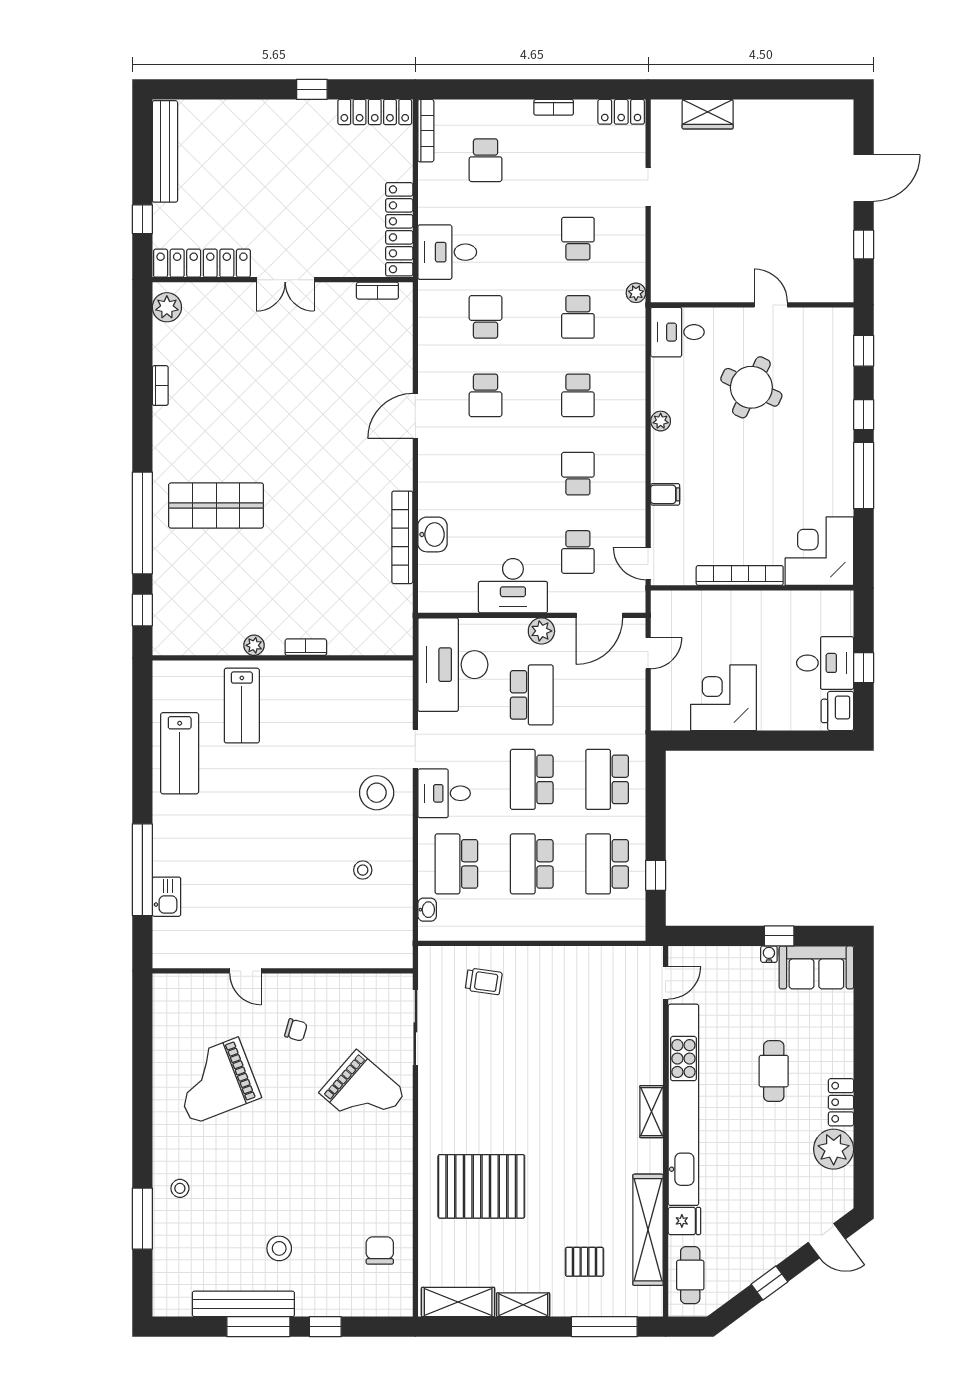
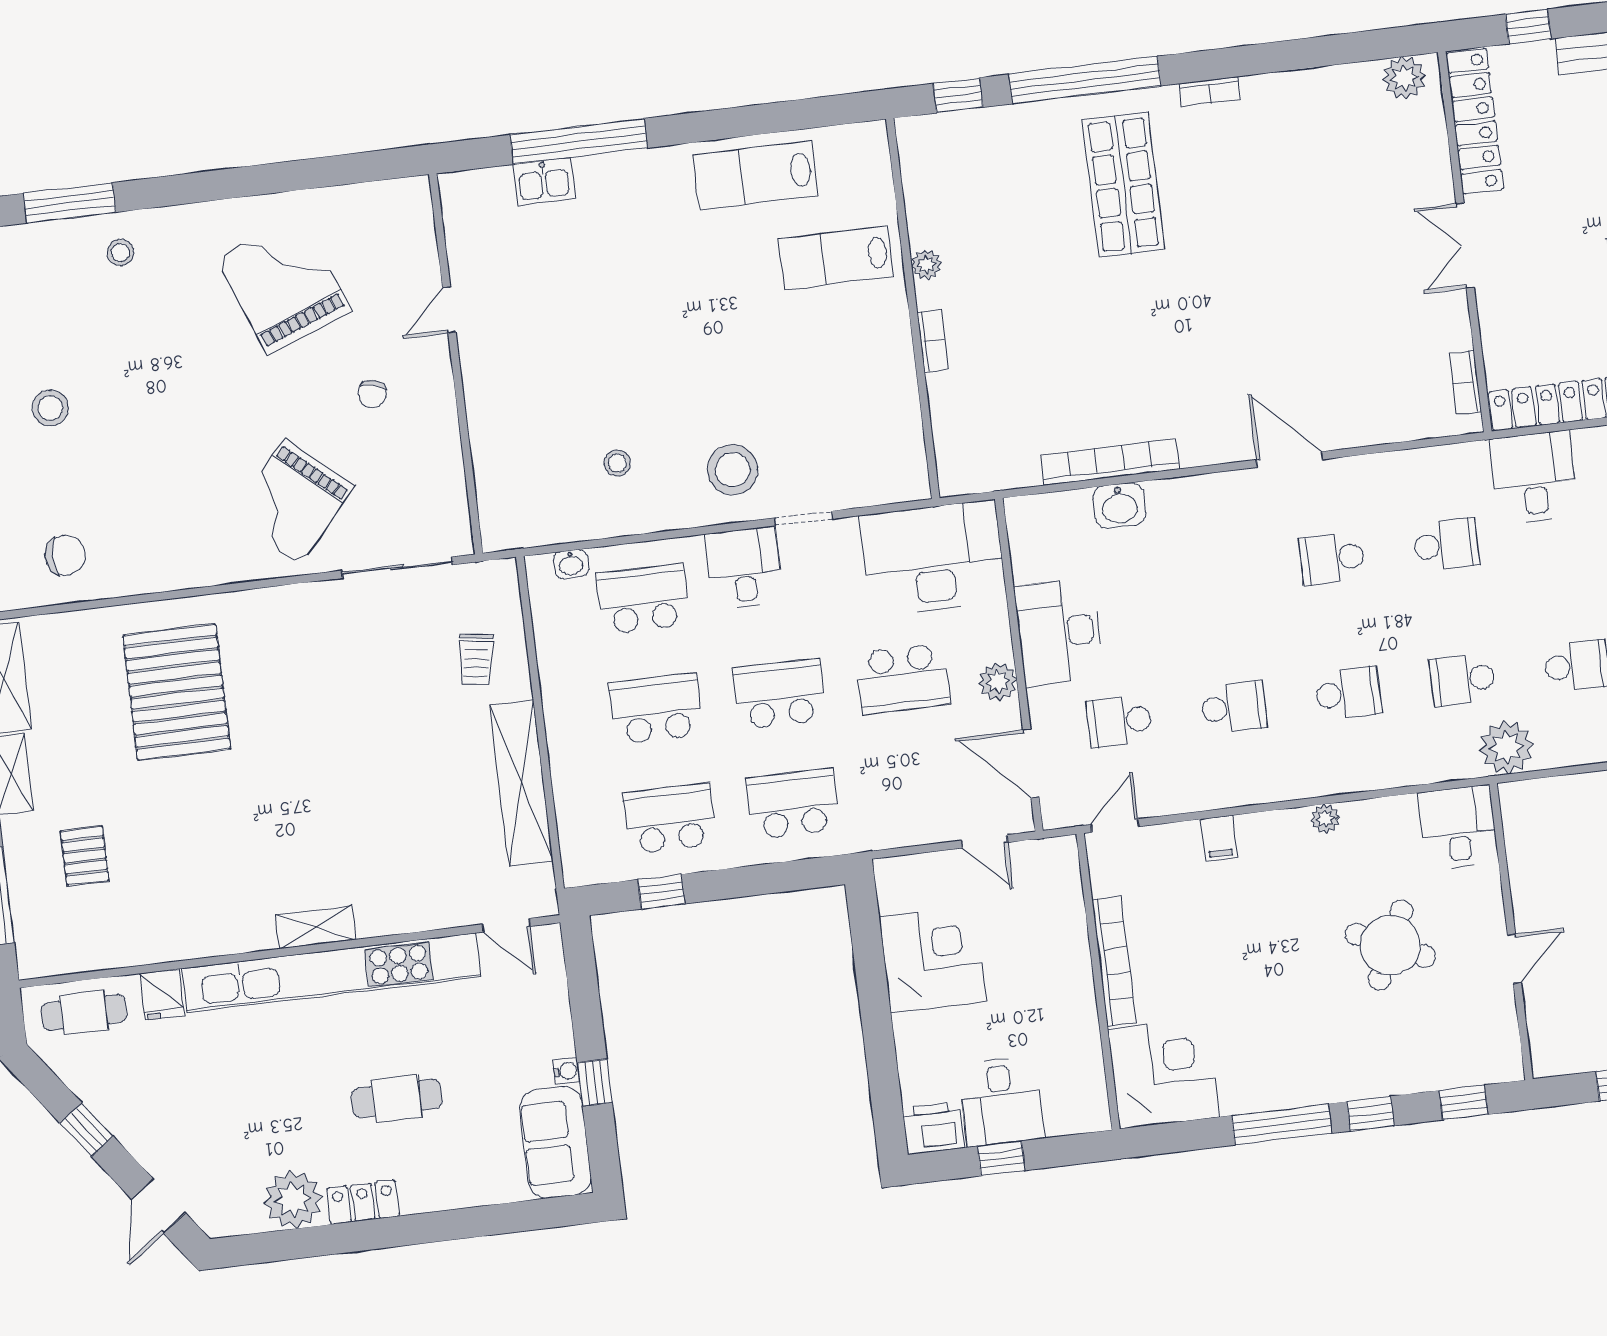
plant: (636, 293) -> (1507, 747), width x1.87, depth x1.87
bookcase: (160, 386) -> (1210, 92), moved
school desk: (578, 395) -> (1348, 693), turned 180
shelving: (648, 1230) -> (521, 783), moved, turned 90

